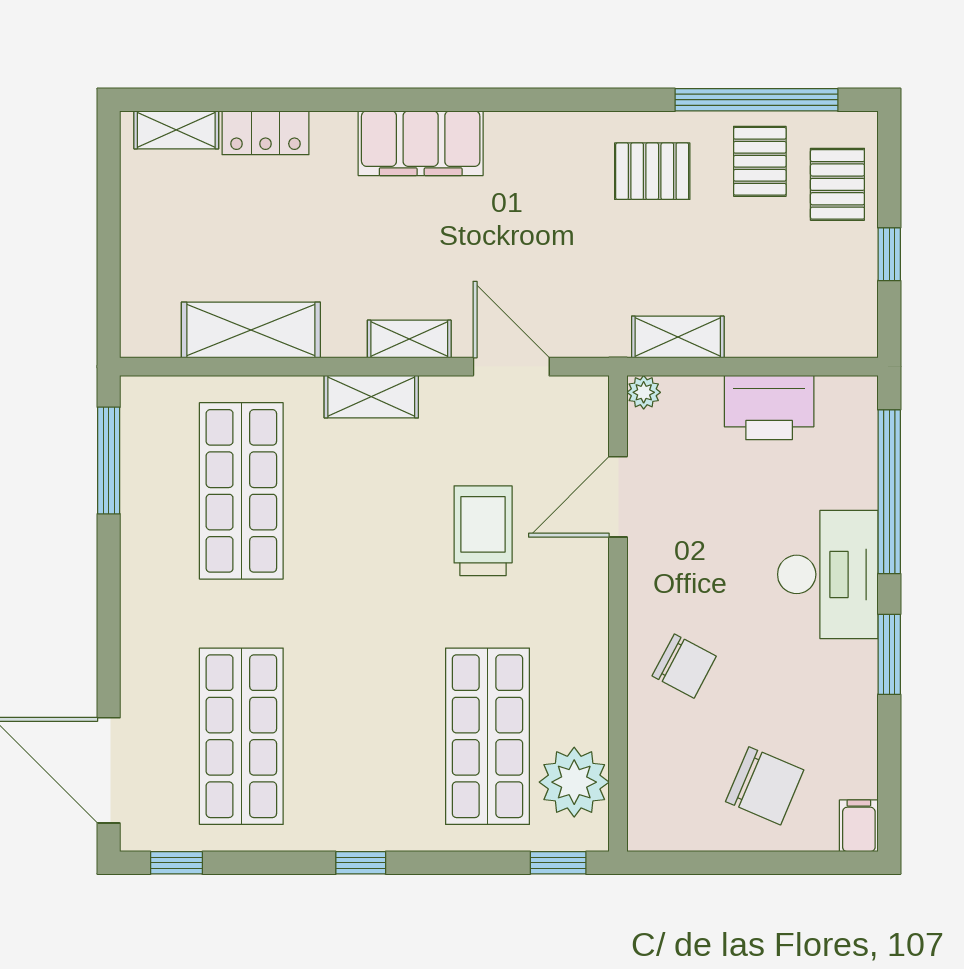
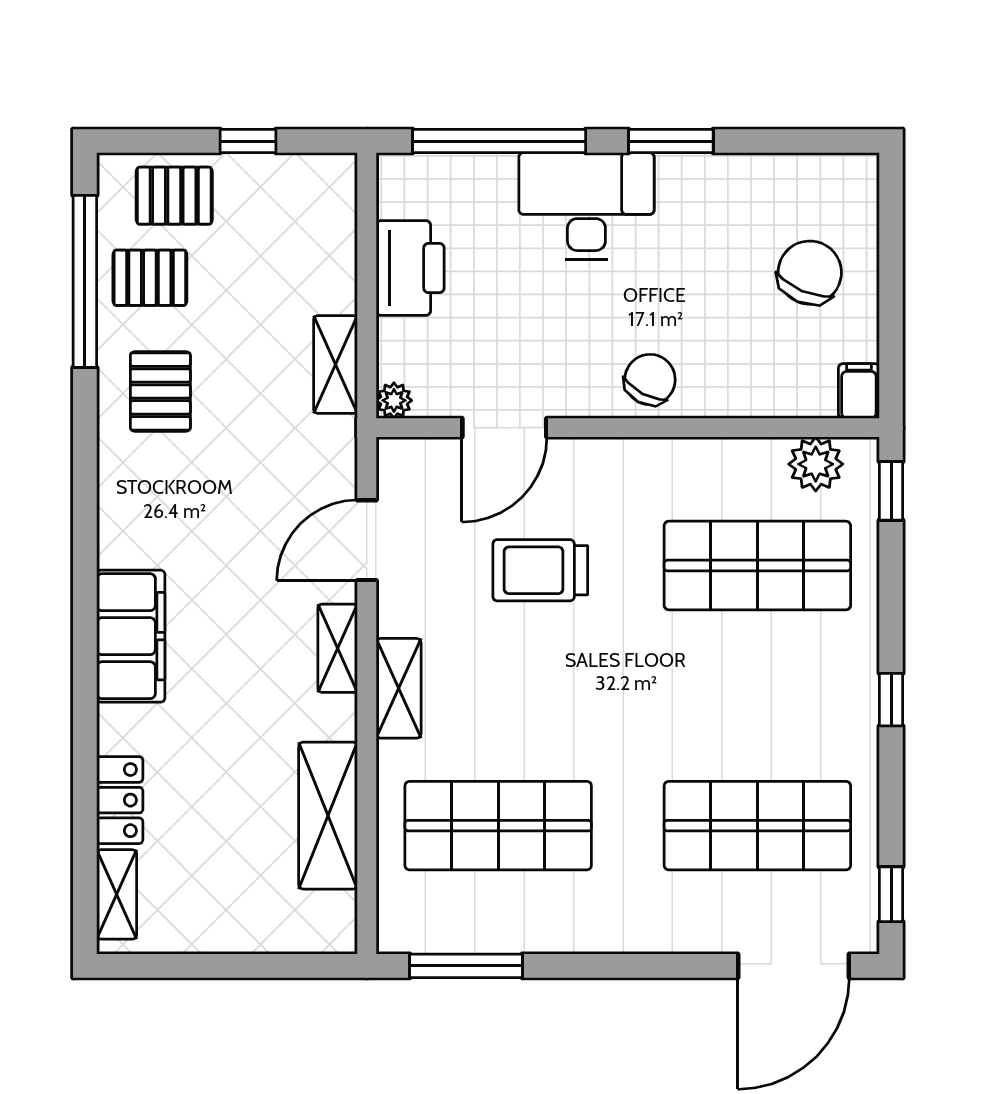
door: (618, 497) -> (504, 428), hinge flipped
chair: (684, 666) -> (650, 380), moved
plant: (574, 782) -> (816, 464), width x0.73, depth x0.73
filing cabinet: (859, 826) -> (859, 391), moved, turned 90

